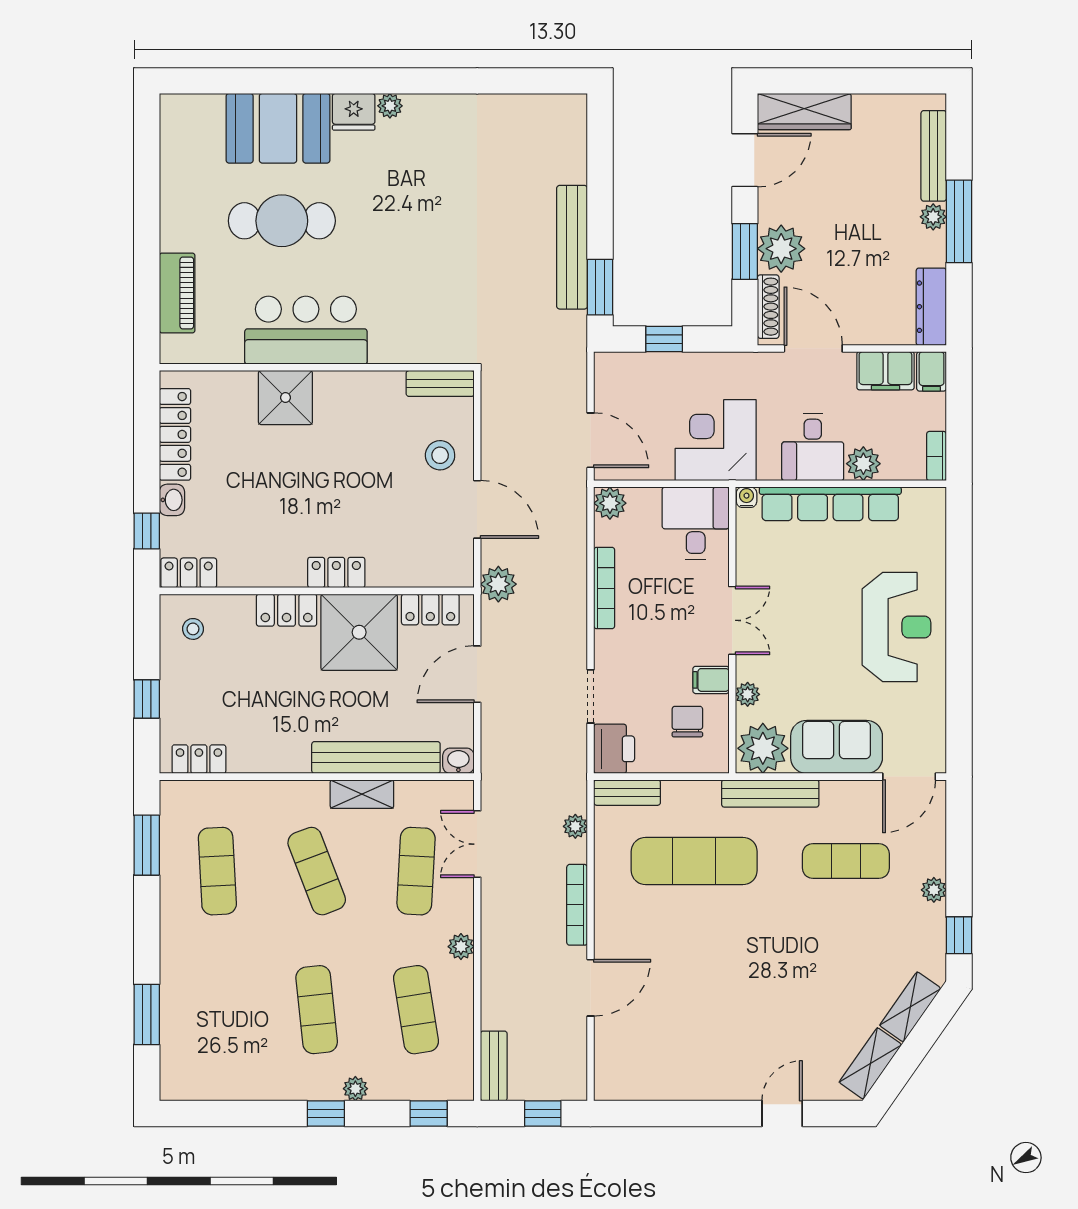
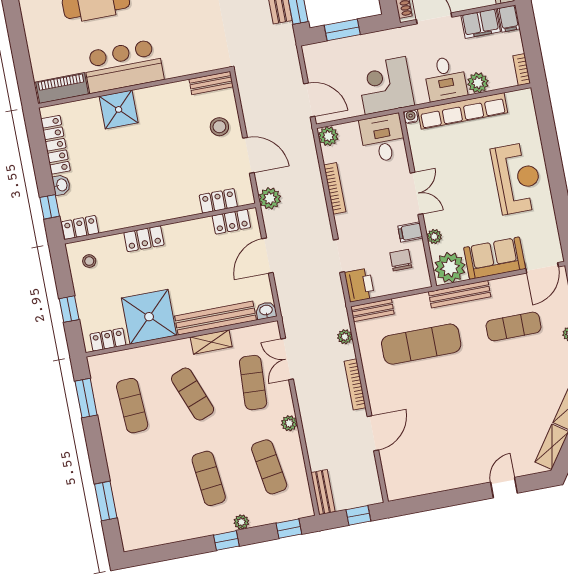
piano: (177, 293) -> (62, 88), moved, turned -90
window: (664, 339) -> (342, 30), width x1.50
locker: (336, 572) -> (218, 201), moved
shower: (359, 632) -> (149, 317), moved

